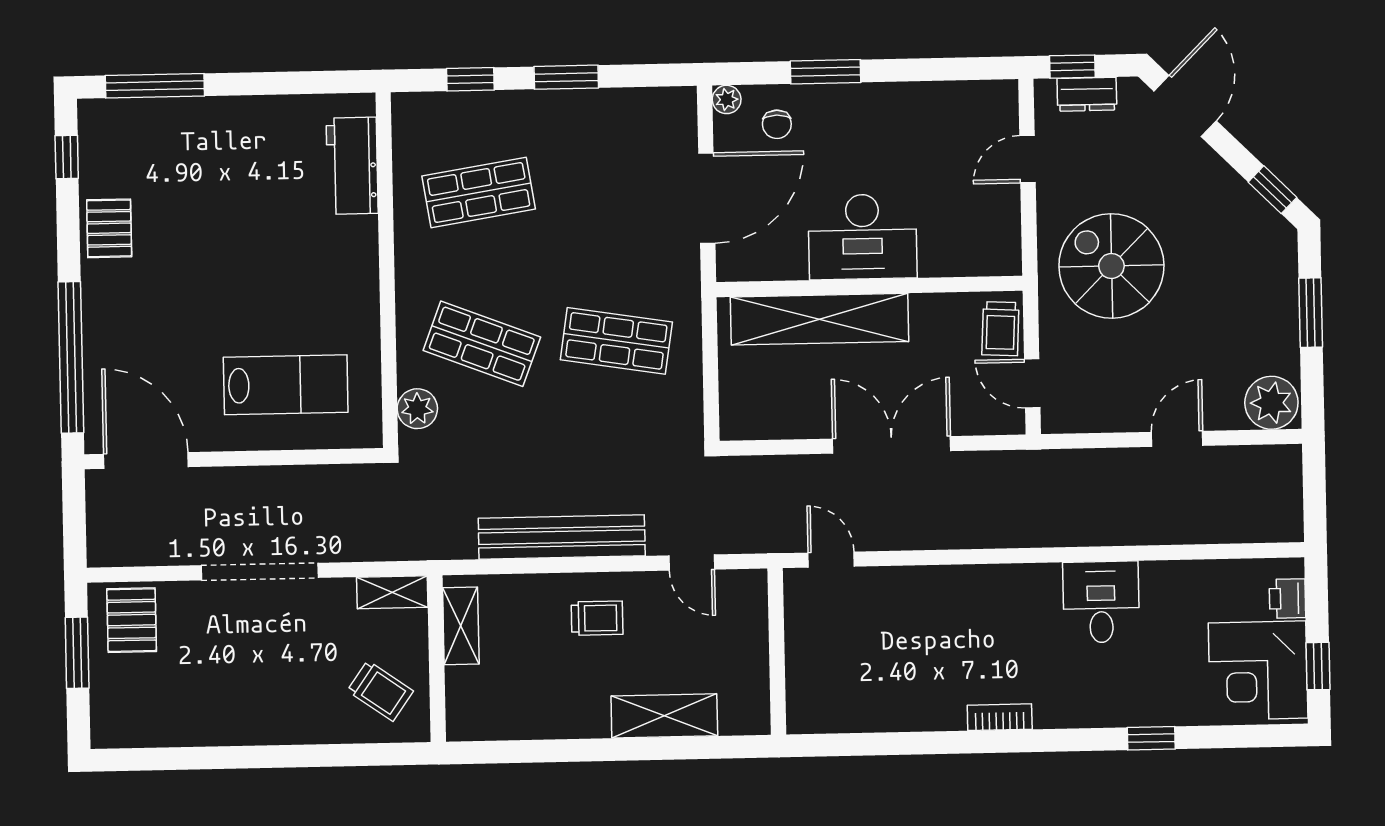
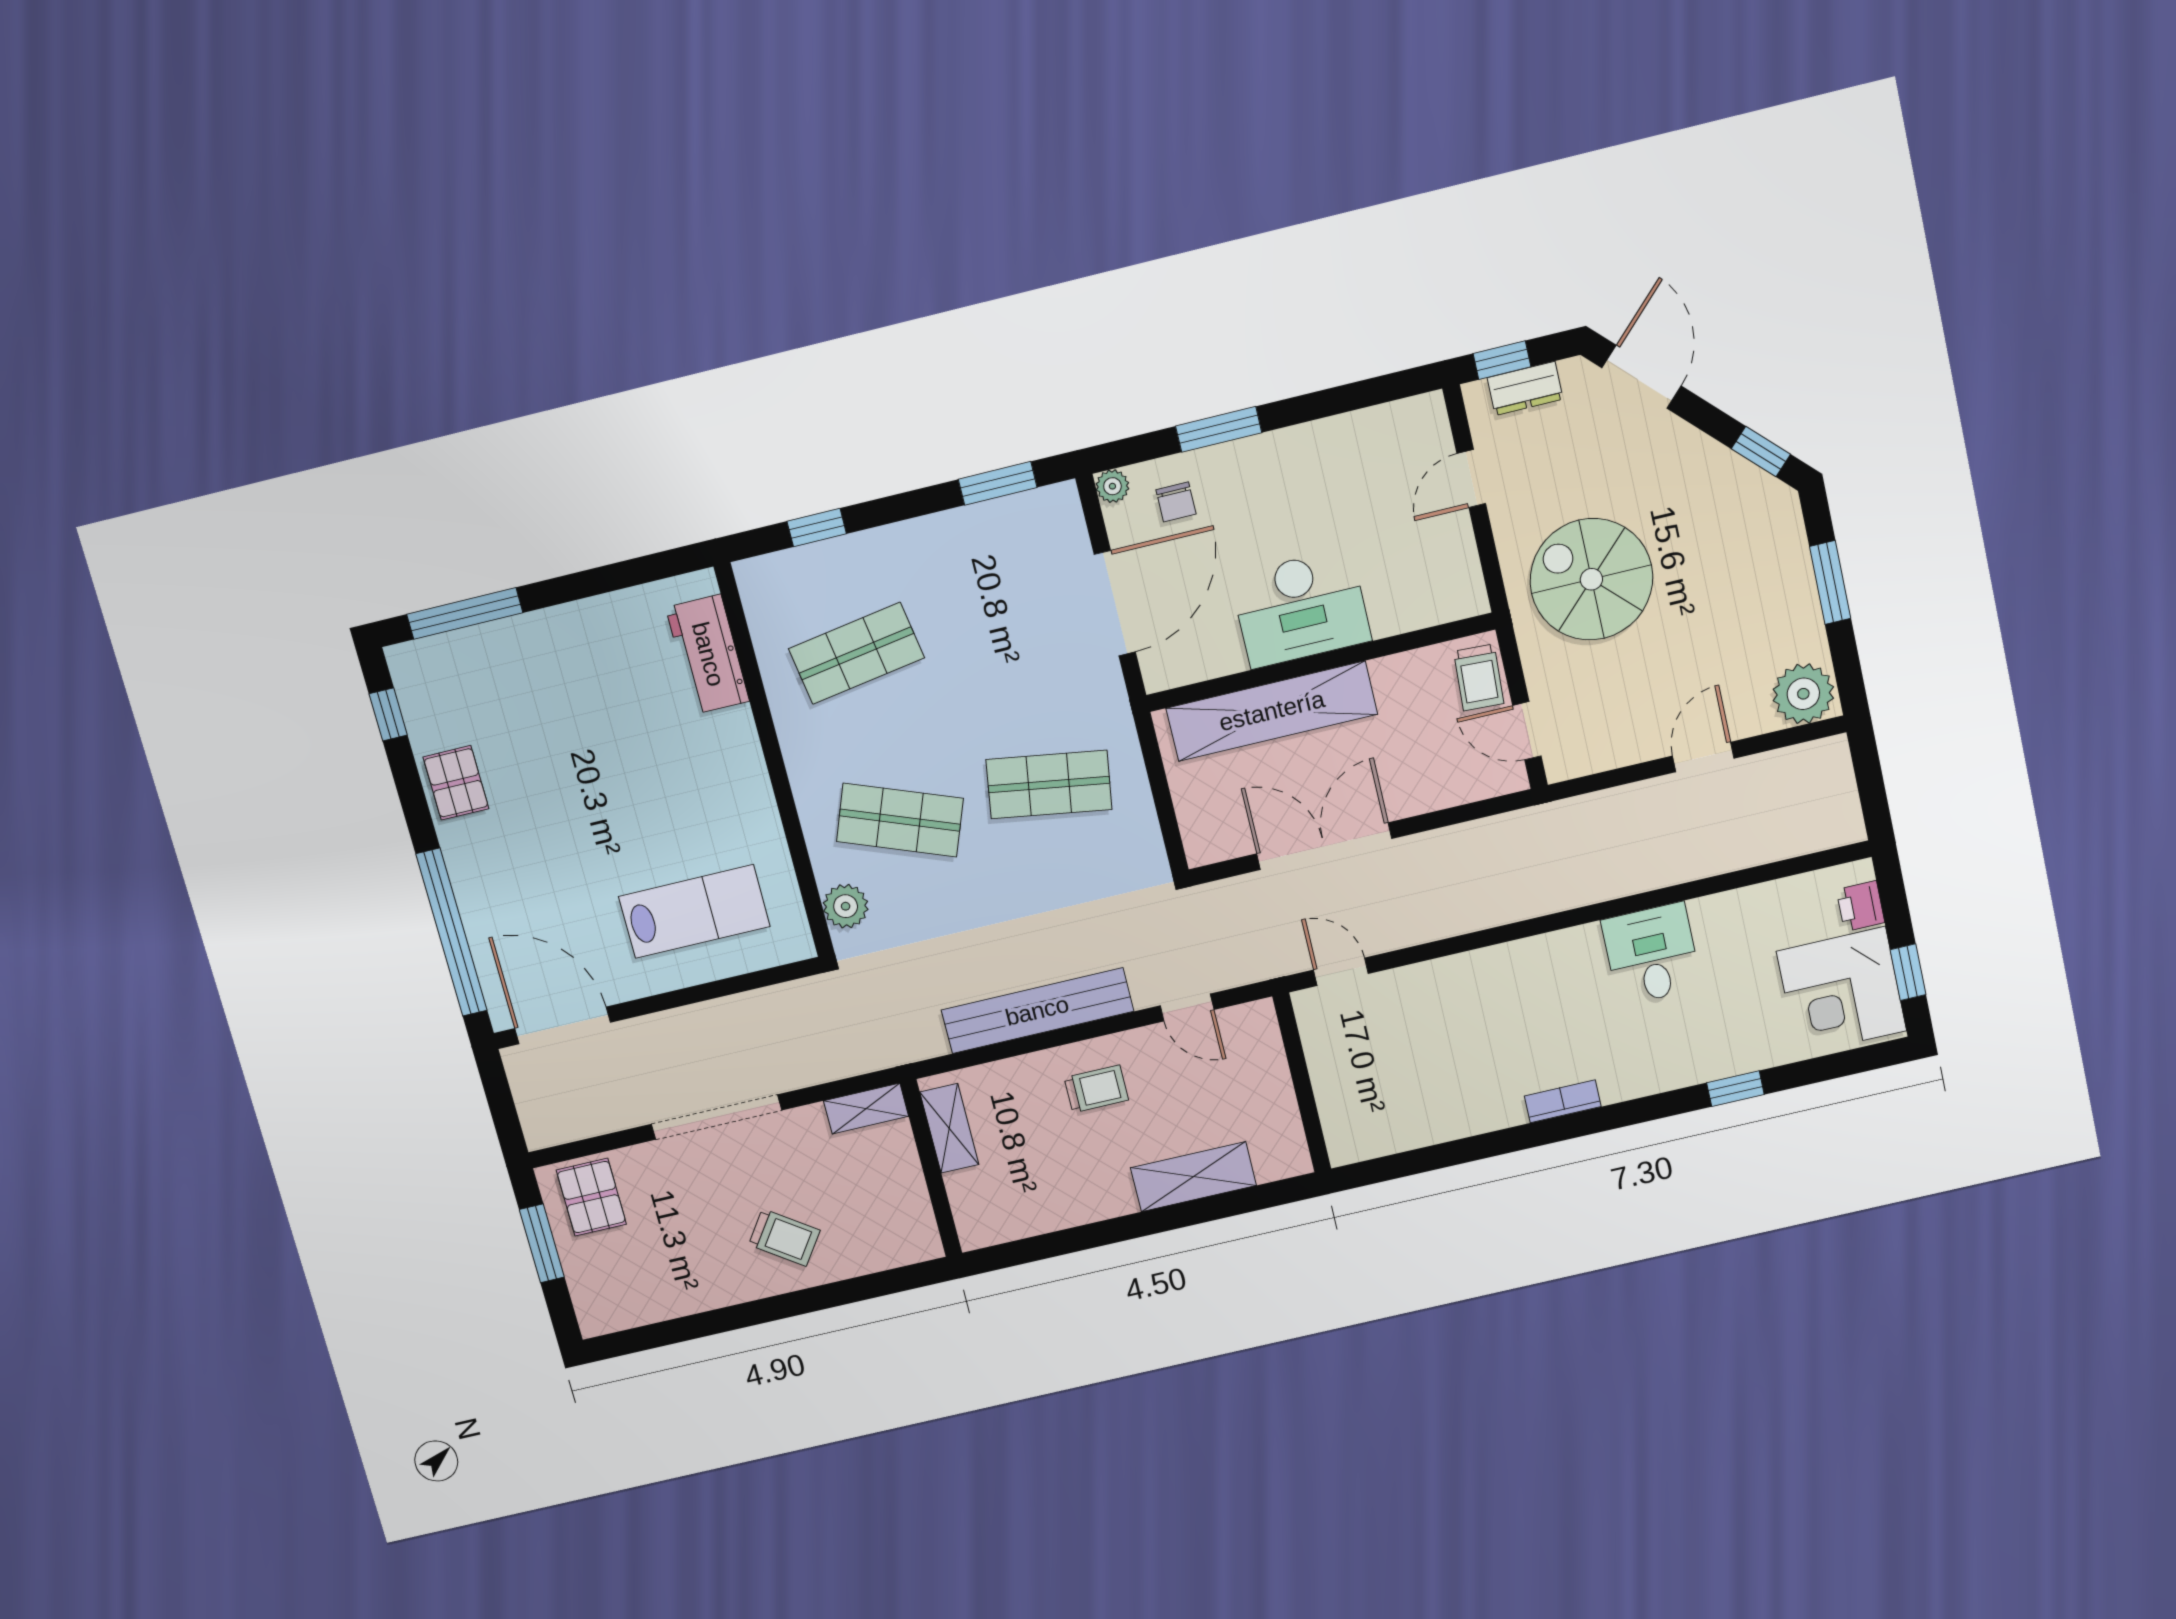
window: (566, 77) -> (998, 483), moved
double door: (892, 445) -> (1324, 846), moved
trolley: (380, 691) -> (784, 1238), moved

